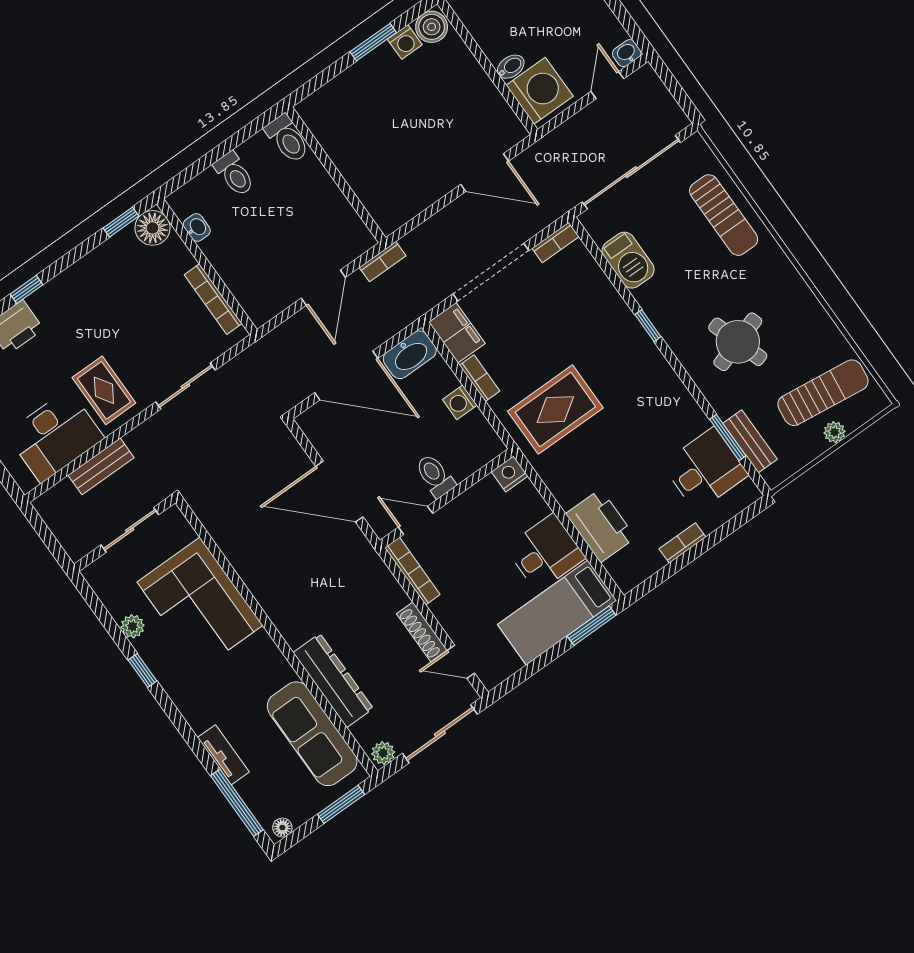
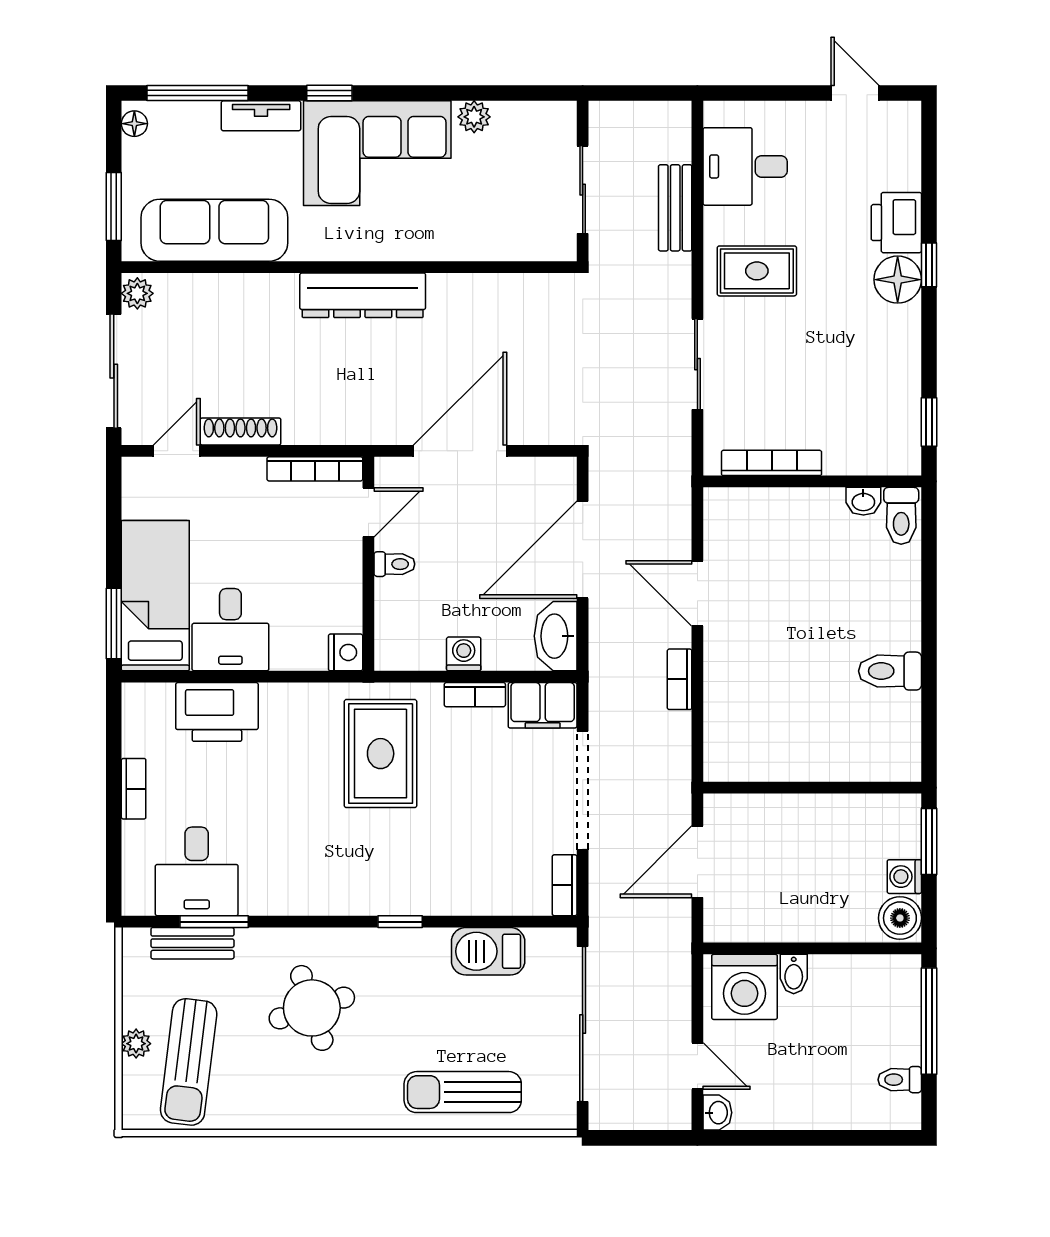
toilet: (234, 174) -> (901, 516), moved, turned -90
wall: (336, 175) -> (812, 788), moved
floor lamp: (152, 228) -> (898, 280), moved
desk: (55, 436) -> (745, 166), width x0.73
toilet: (435, 476) -> (394, 564), width x0.73, depth x0.72
corner sofa: (200, 604) -> (377, 153), moved, turned 180
window: (143, 671) -> (329, 93), moved
dresser: (333, 681) -> (363, 295), moved

